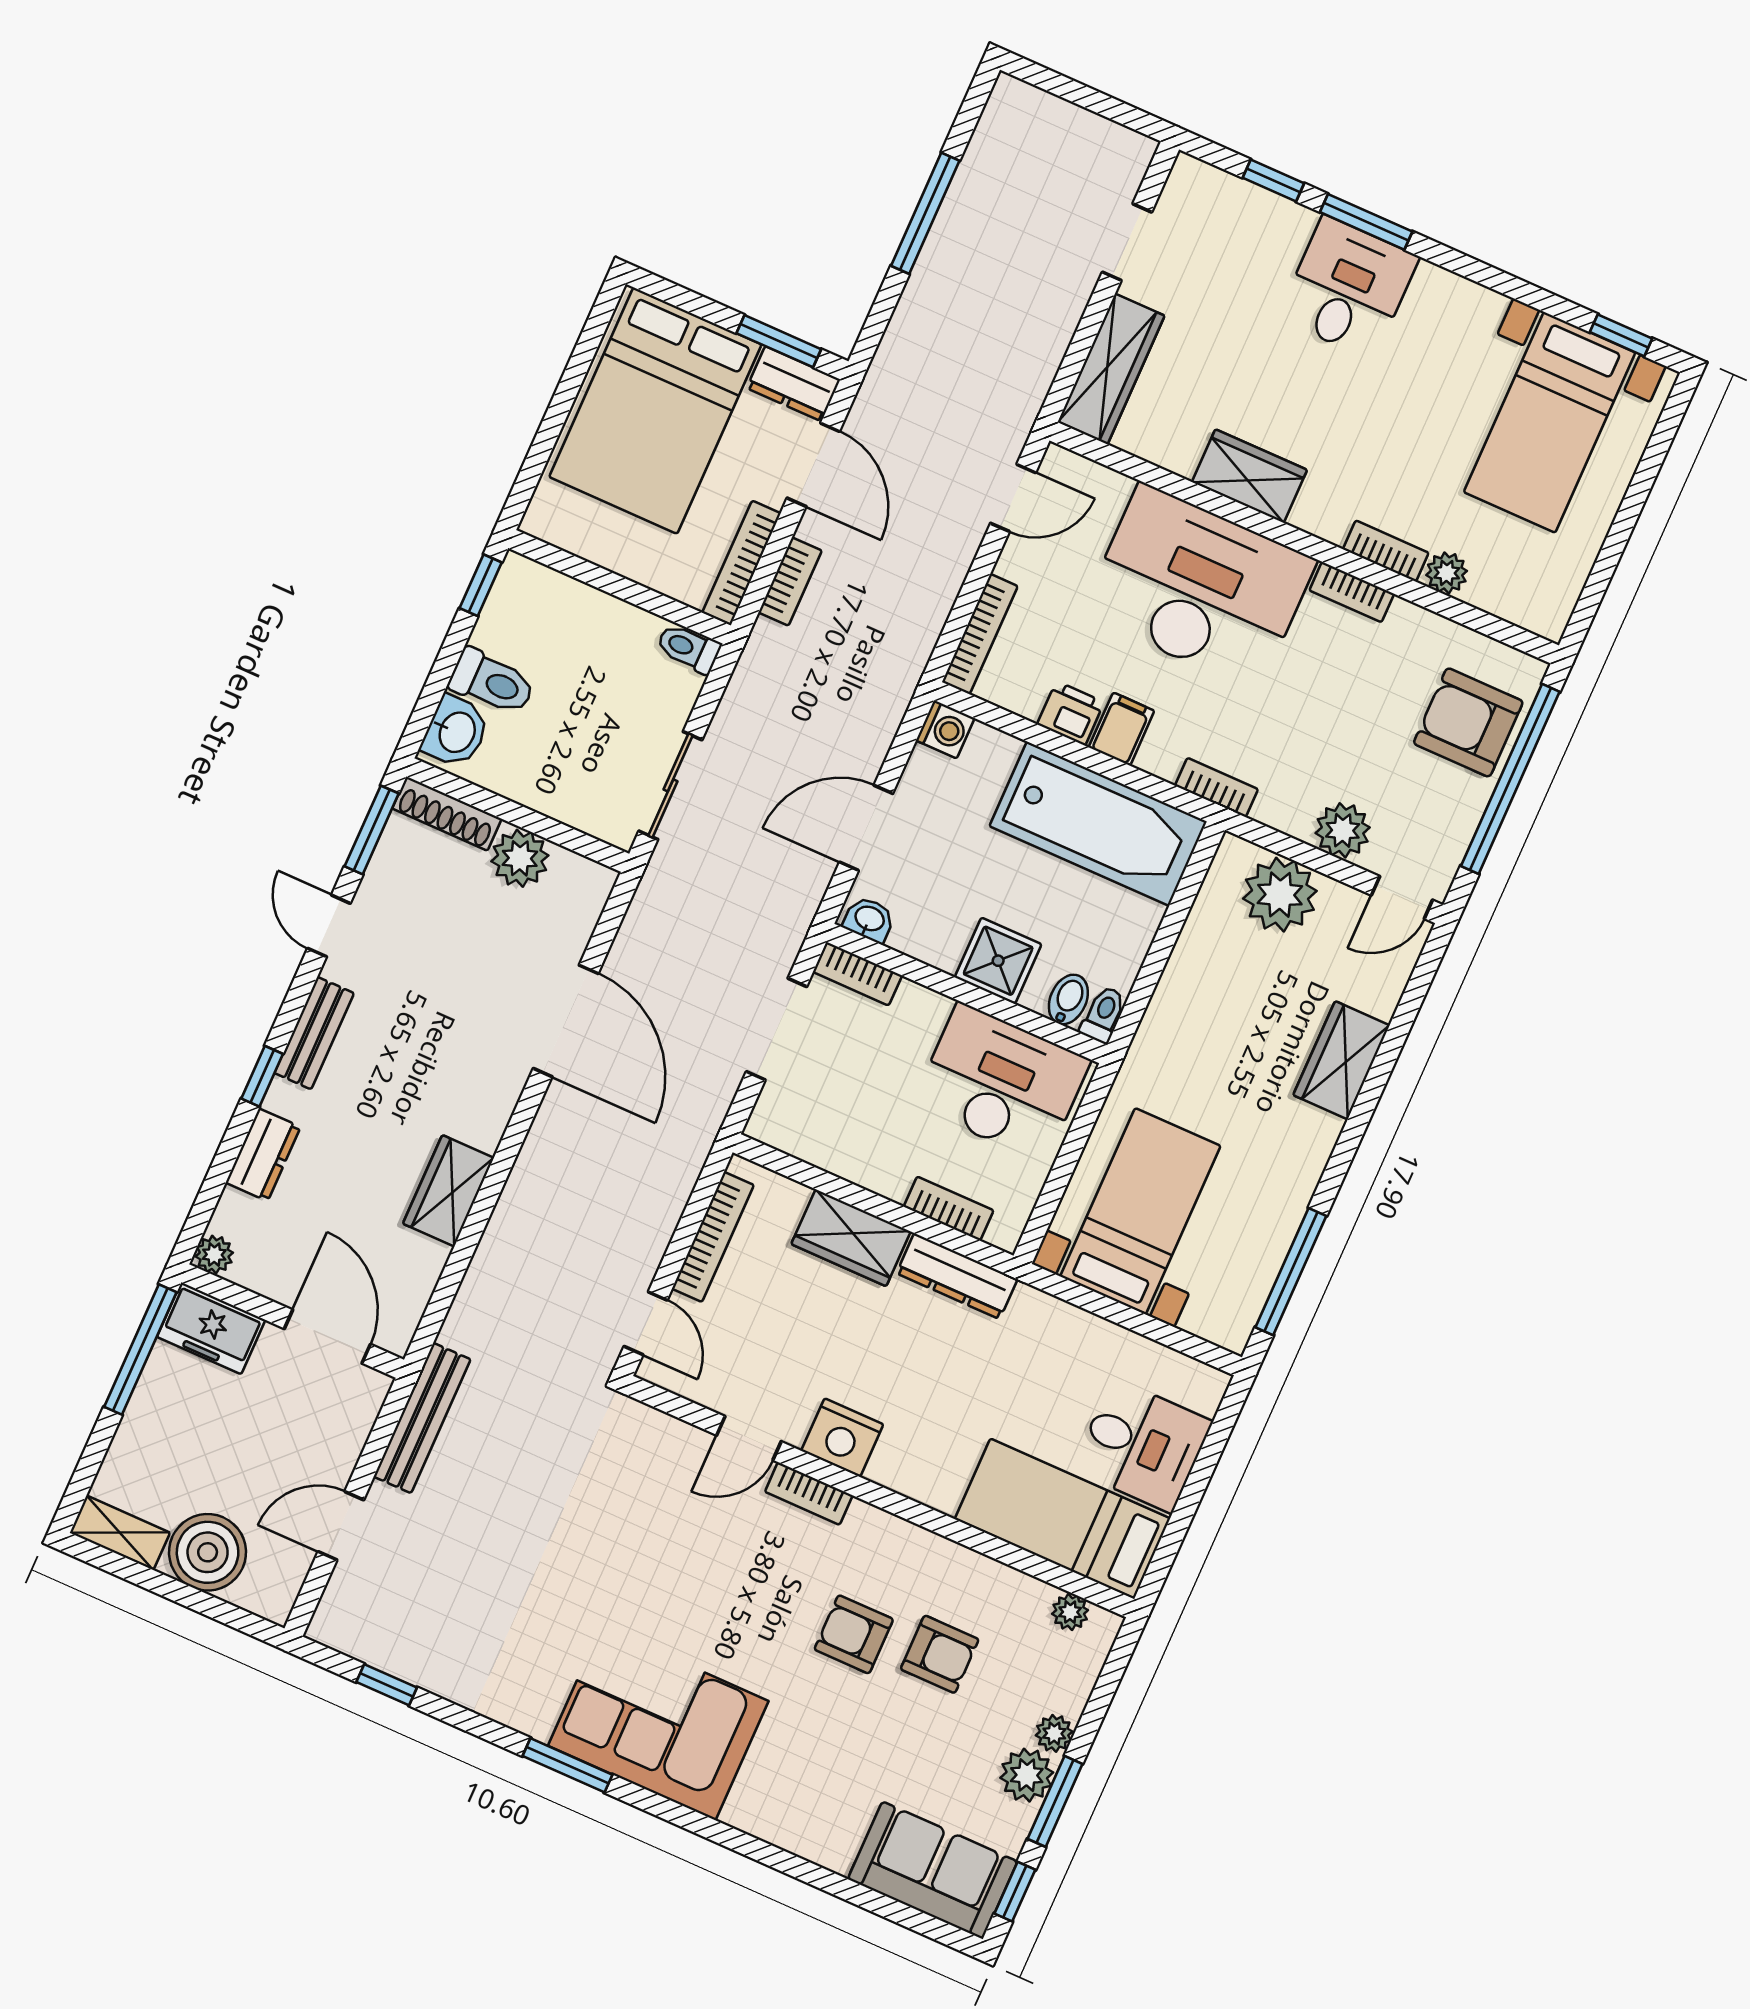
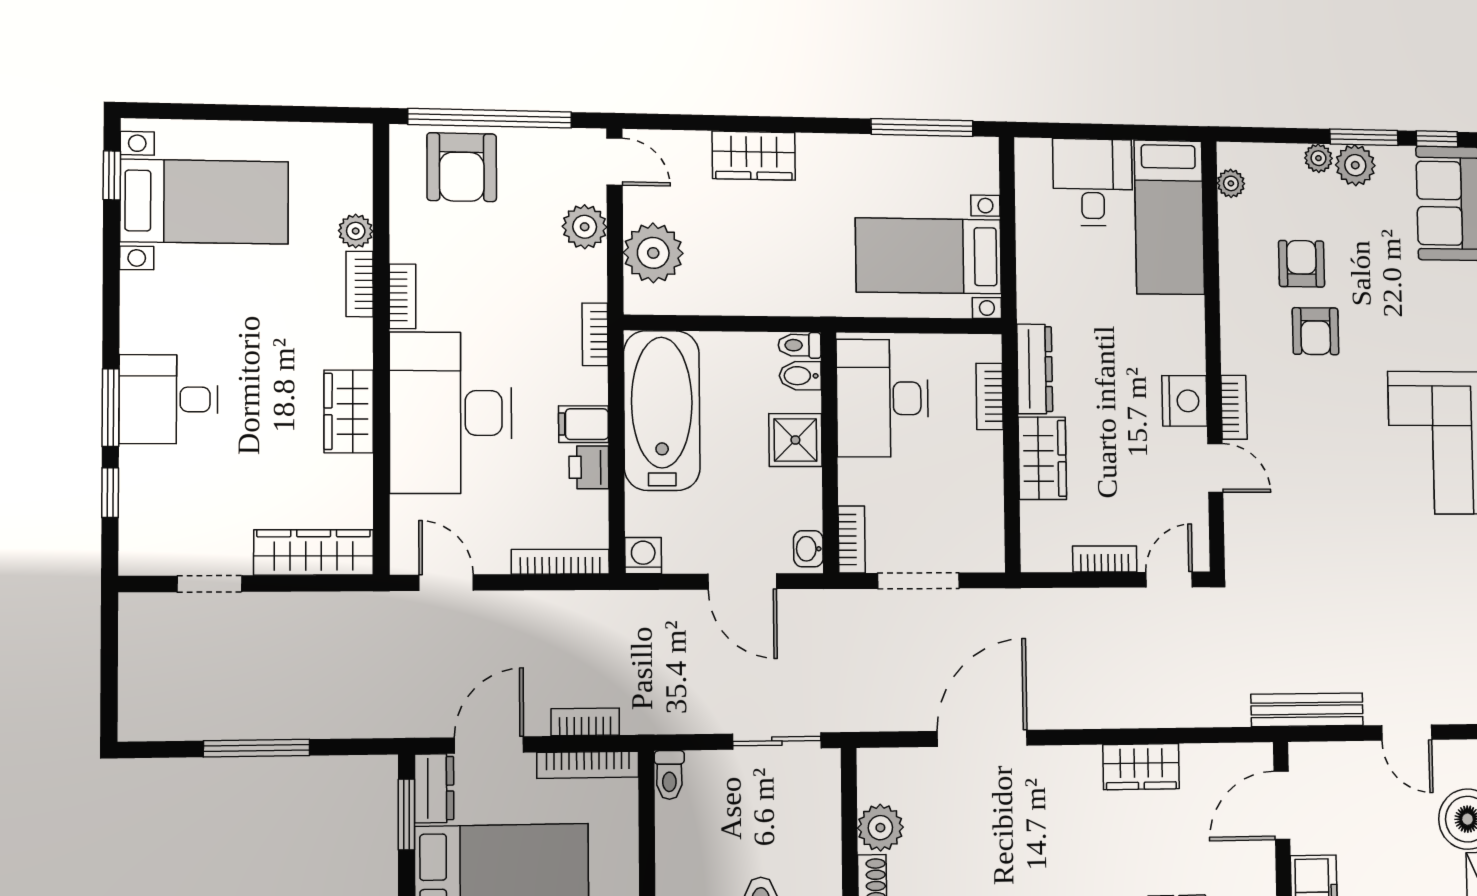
bookcase: (713, 1237) -> (1105, 559), width x0.64

